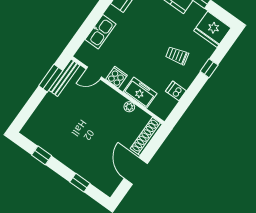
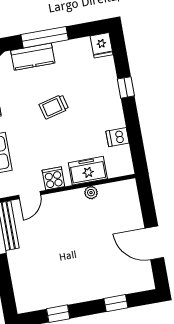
fridge: (212, 29) -> (102, 45), width x0.53, depth x0.75
trolley: (177, 56) -> (54, 107), moved
shoe rack: (146, 136) -> (132, 203), removed

